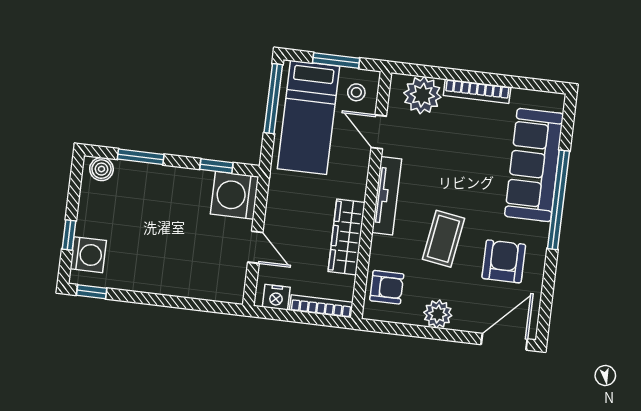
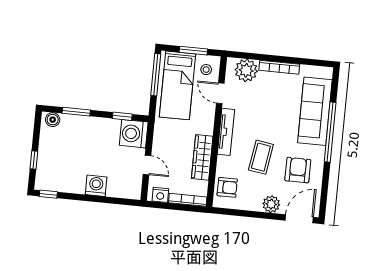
washing machine: (88, 255) -> (96, 186), moved, turned -90
plant: (438, 314) -> (271, 204), moved

